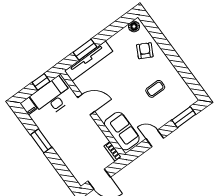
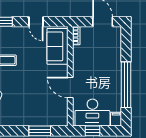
tv unit: (89, 61) -> (43, 120), removed
window: (41, 141) -> (126, 85), width x2.11

